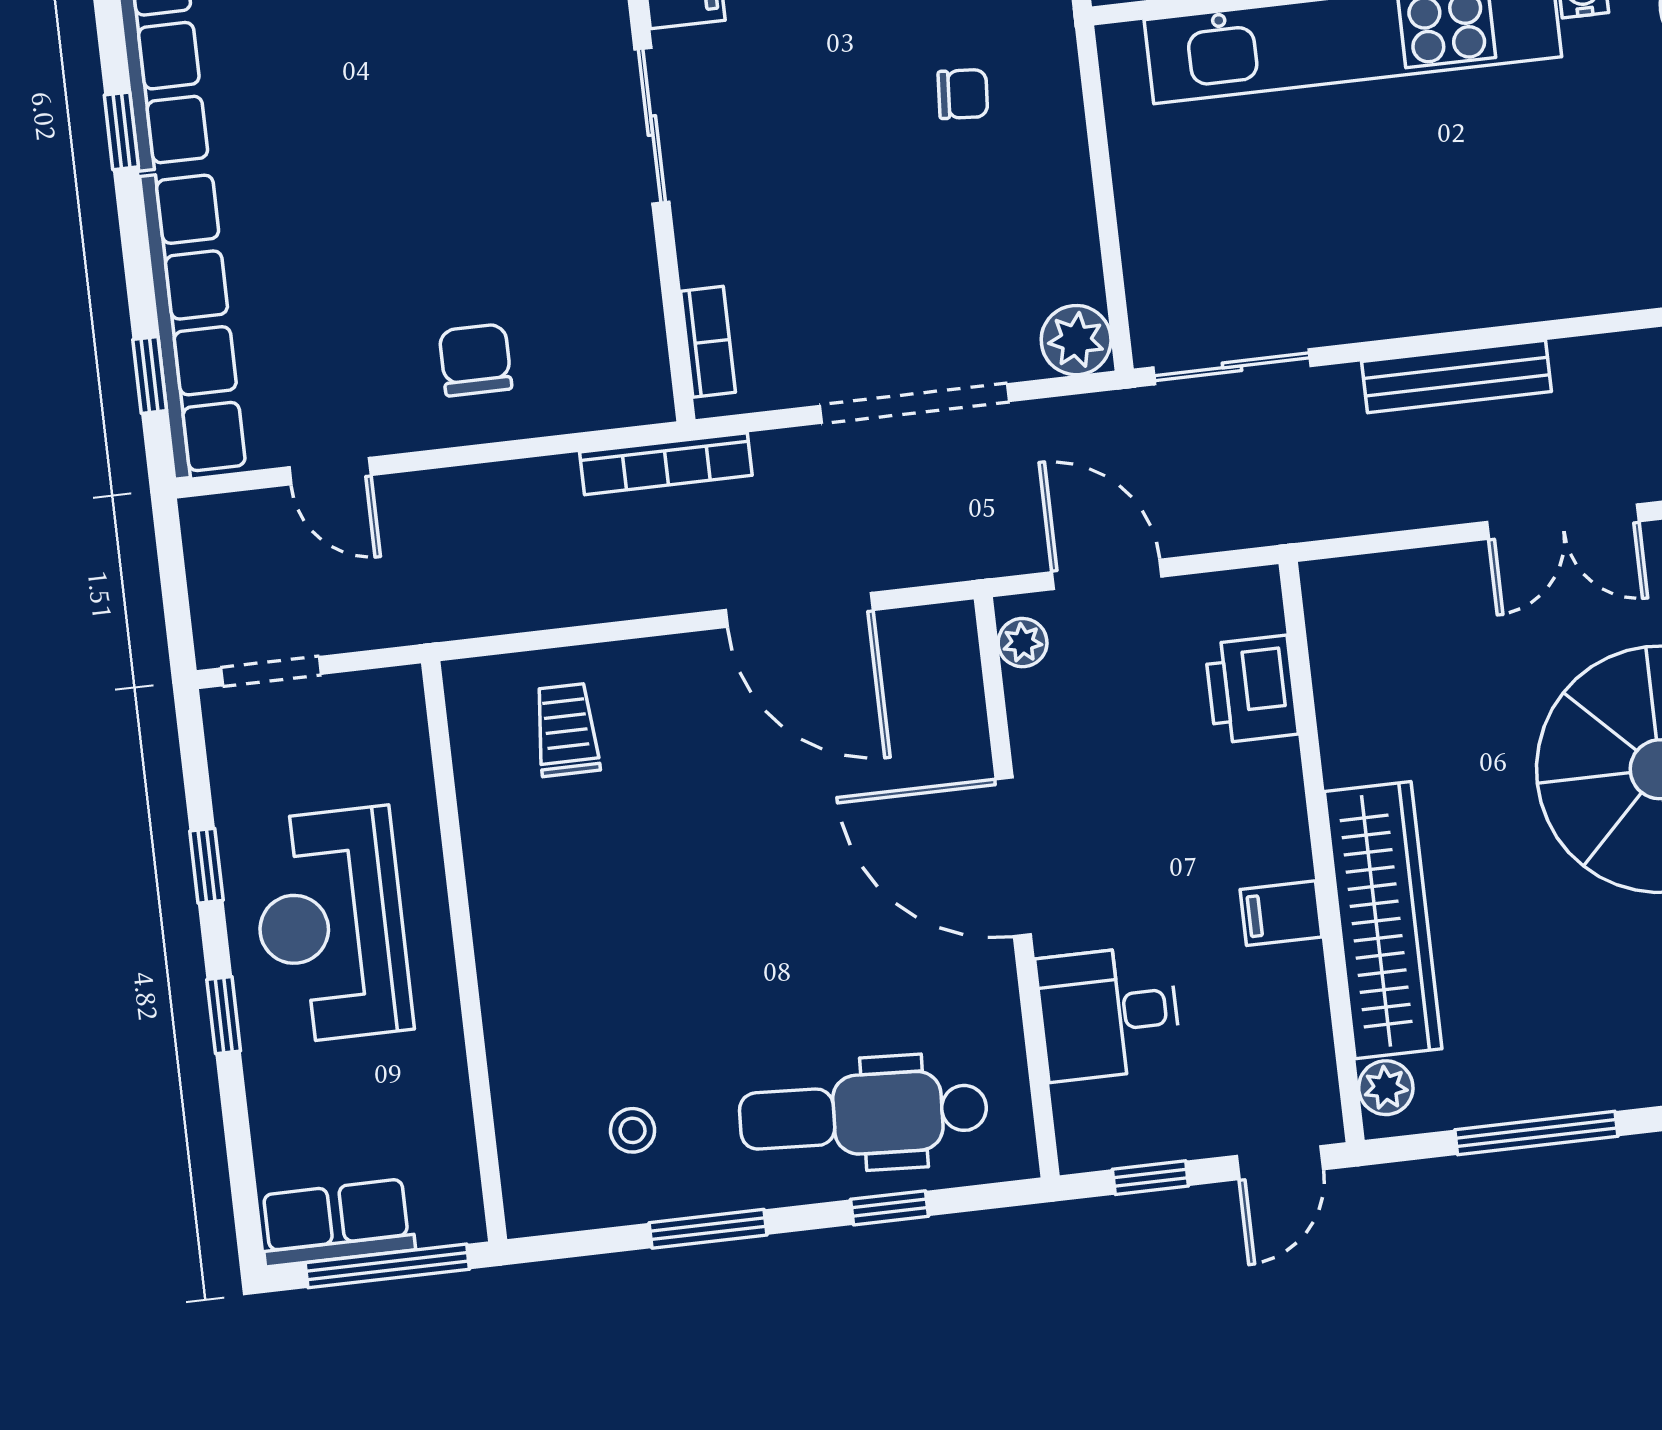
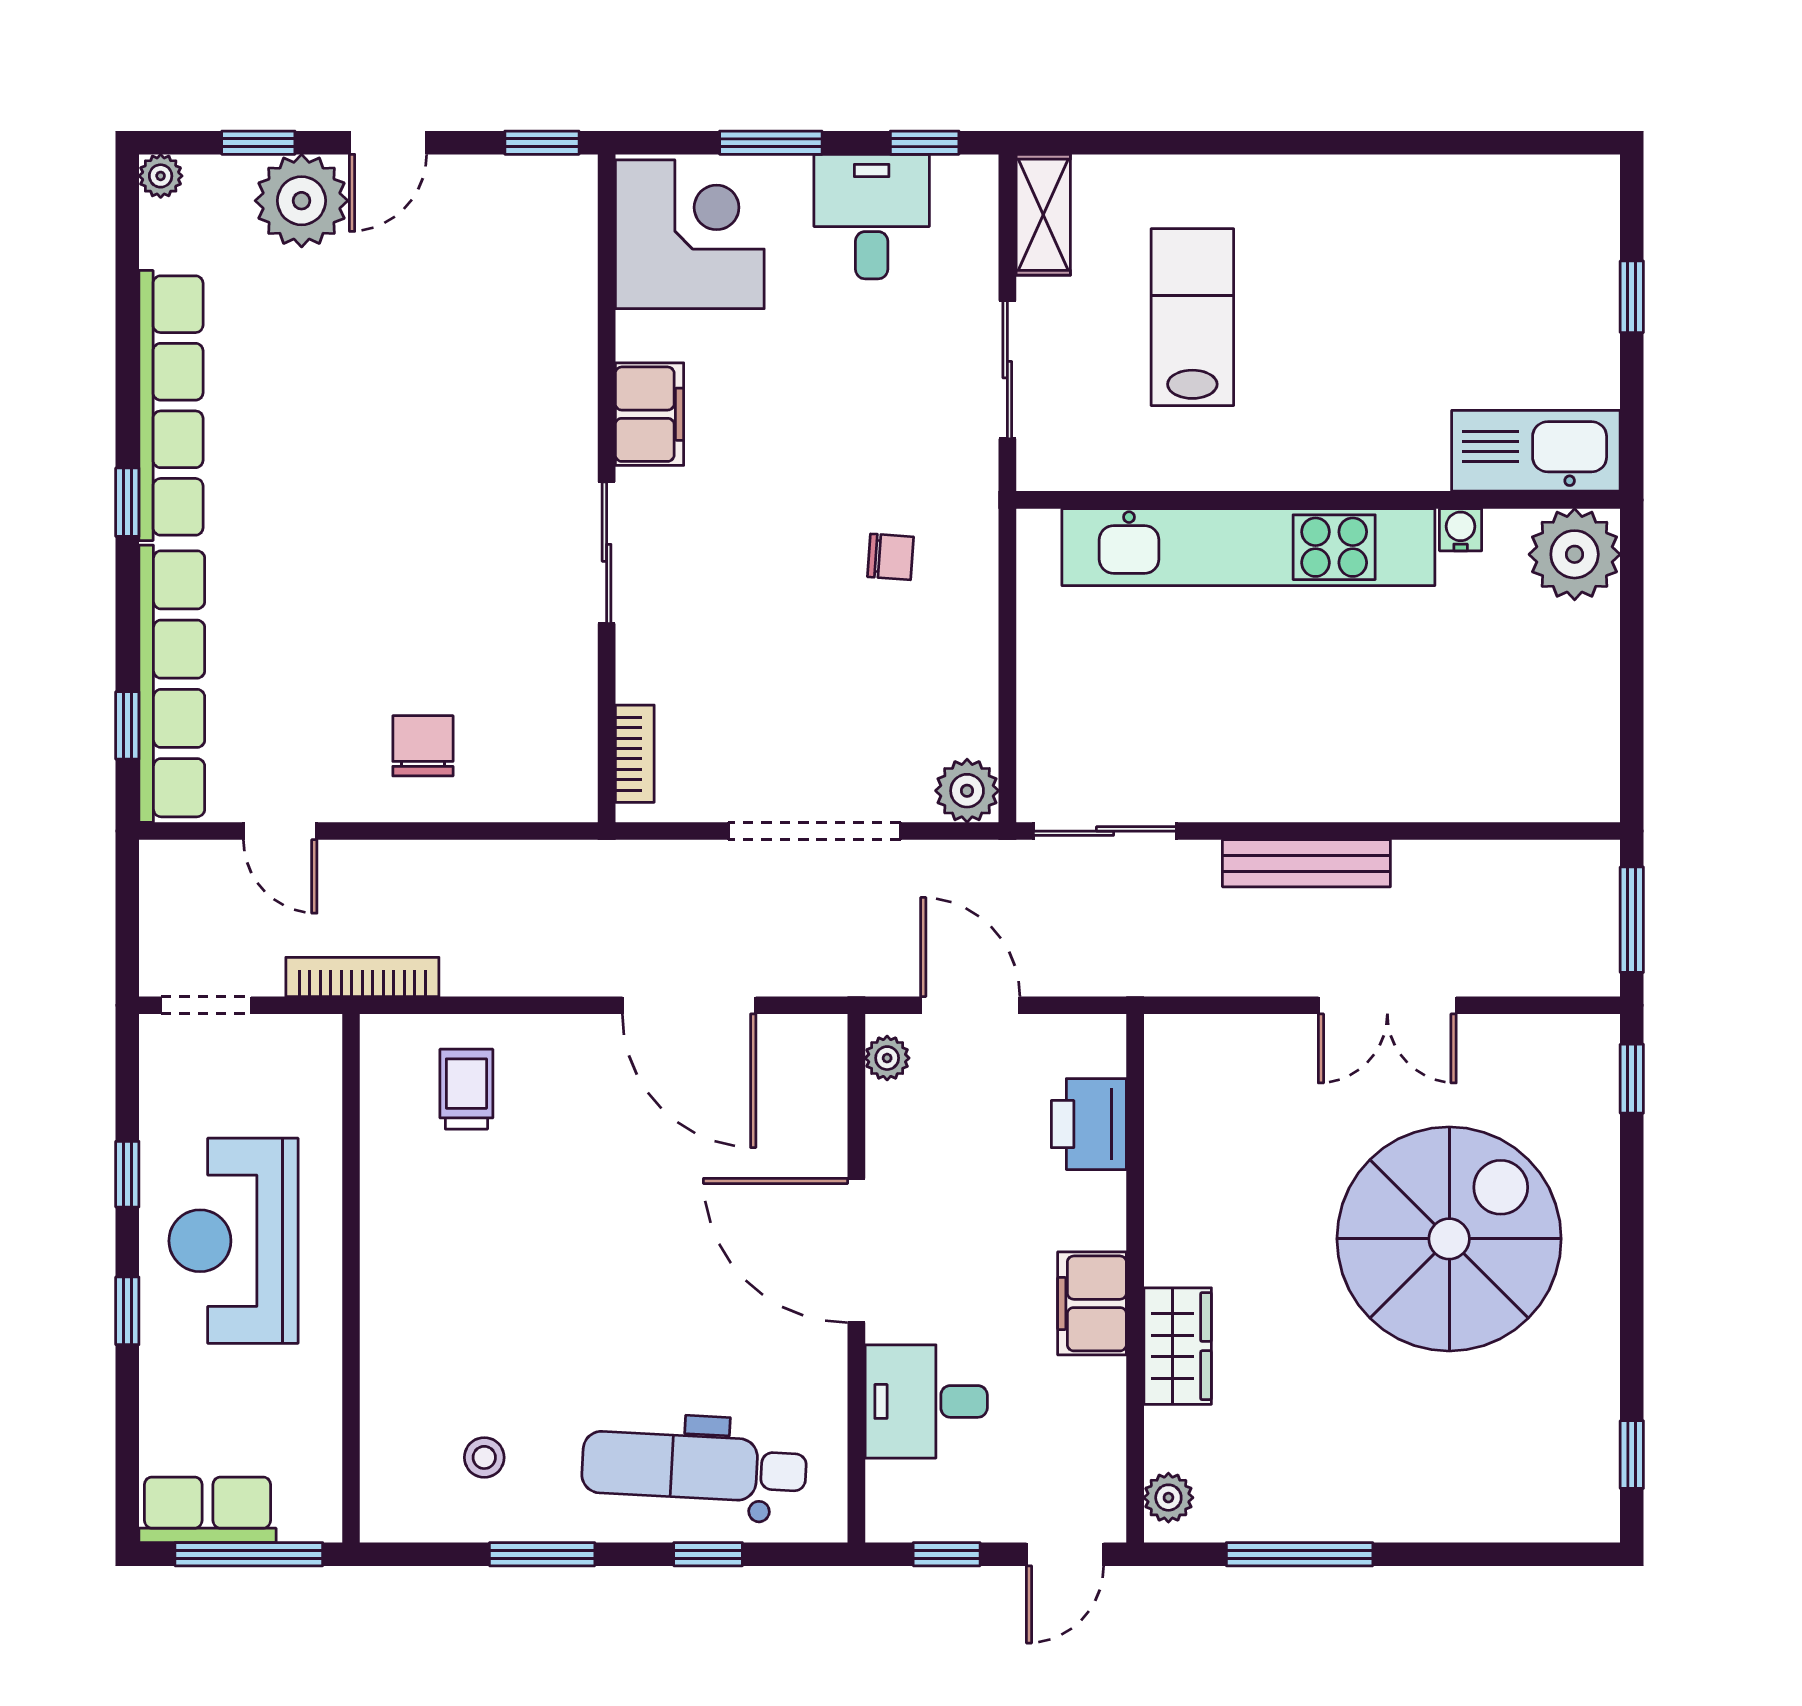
bookcase: (666, 464) -> (362, 977), moved, turned 180
filing cabinet: (1281, 913) -> (1092, 1303), width x2.00
wardrobe: (1383, 920) -> (1178, 1346), width x0.48, depth x0.85

